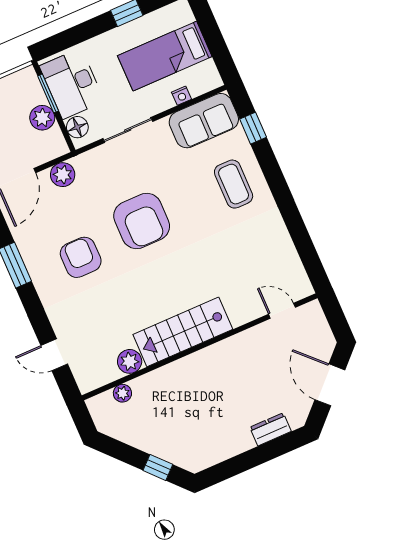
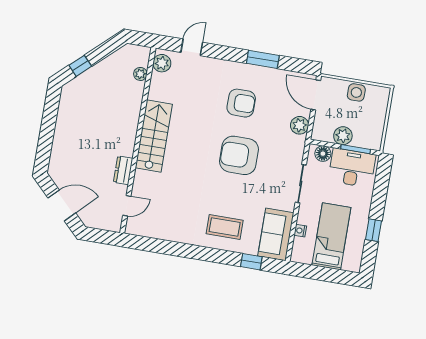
plant: (130, 361) -> (162, 63), moved
dresser: (270, 429) -> (123, 170), moved, turned 180

